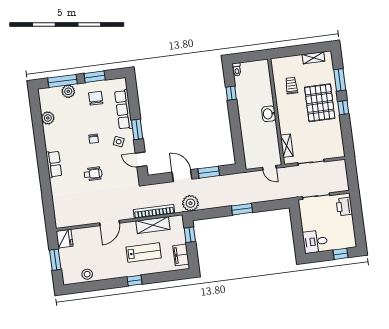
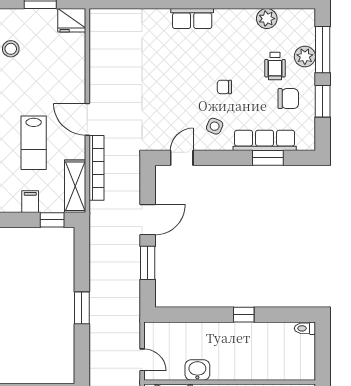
window: (231, 93) -> (244, 315), moved
washbasin: (269, 114) -> (197, 370), moved
window: (137, 129) -> (268, 158), moved
door: (269, 168) -> (142, 360), swing flipped
wheelchair: (93, 174) -> (275, 66), moved
plant: (190, 203) -> (102, 227), removed
door: (110, 223) -> (87, 119), moved
shelving: (153, 225) -> (75, 186), moved
filing cabinet: (181, 255) -> (30, 202), width x0.50

